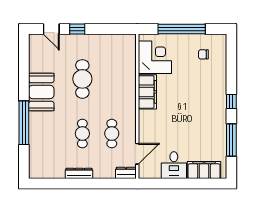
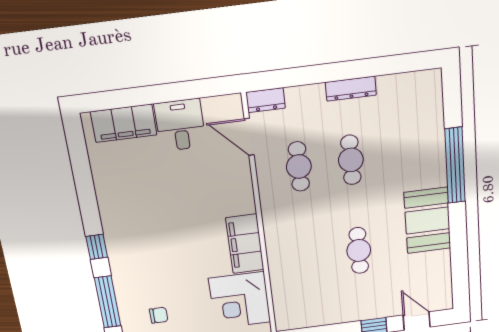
cafe table: (82, 79) -> (359, 251), width x0.73, depth x0.74
window: (231, 140) -> (108, 302), moved
door: (137, 154) -> (249, 137), hinge flipped

